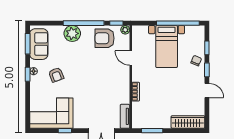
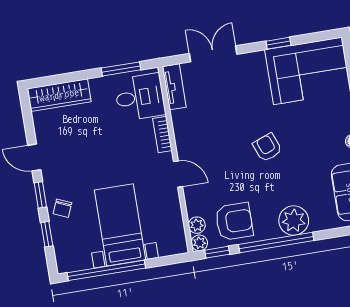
plant: (125, 40) -> (197, 225), added
door: (131, 58) -> (178, 174), moved
armchair: (56, 75) -> (267, 147), moved
desk: (145, 114) -> (140, 97), added

